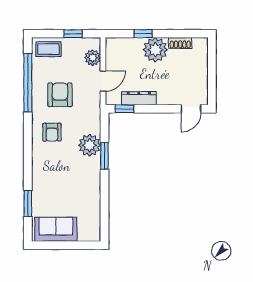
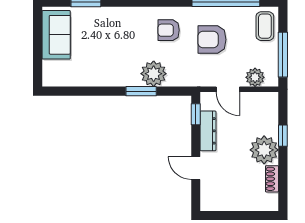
window: (73, 34) -> (283, 55), width x2.17
armchair: (60, 95) -> (212, 40), turned 180
door: (191, 109) -> (196, 168), moved

